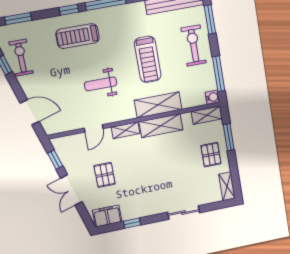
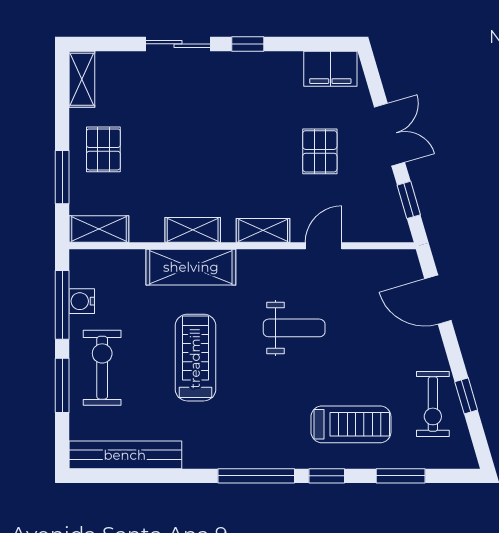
window: (18, 19) -> (401, 476), moved
window: (210, 19) -> (62, 385), moved
treadmill: (78, 36) -> (351, 424), moved
exercise bike: (194, 46) -> (102, 368), turned 180
water cooler: (212, 97) -> (82, 301), moved
shelving: (161, 126) -> (193, 230), width x0.67, depth x0.75
window: (132, 223) -> (248, 44), moved

